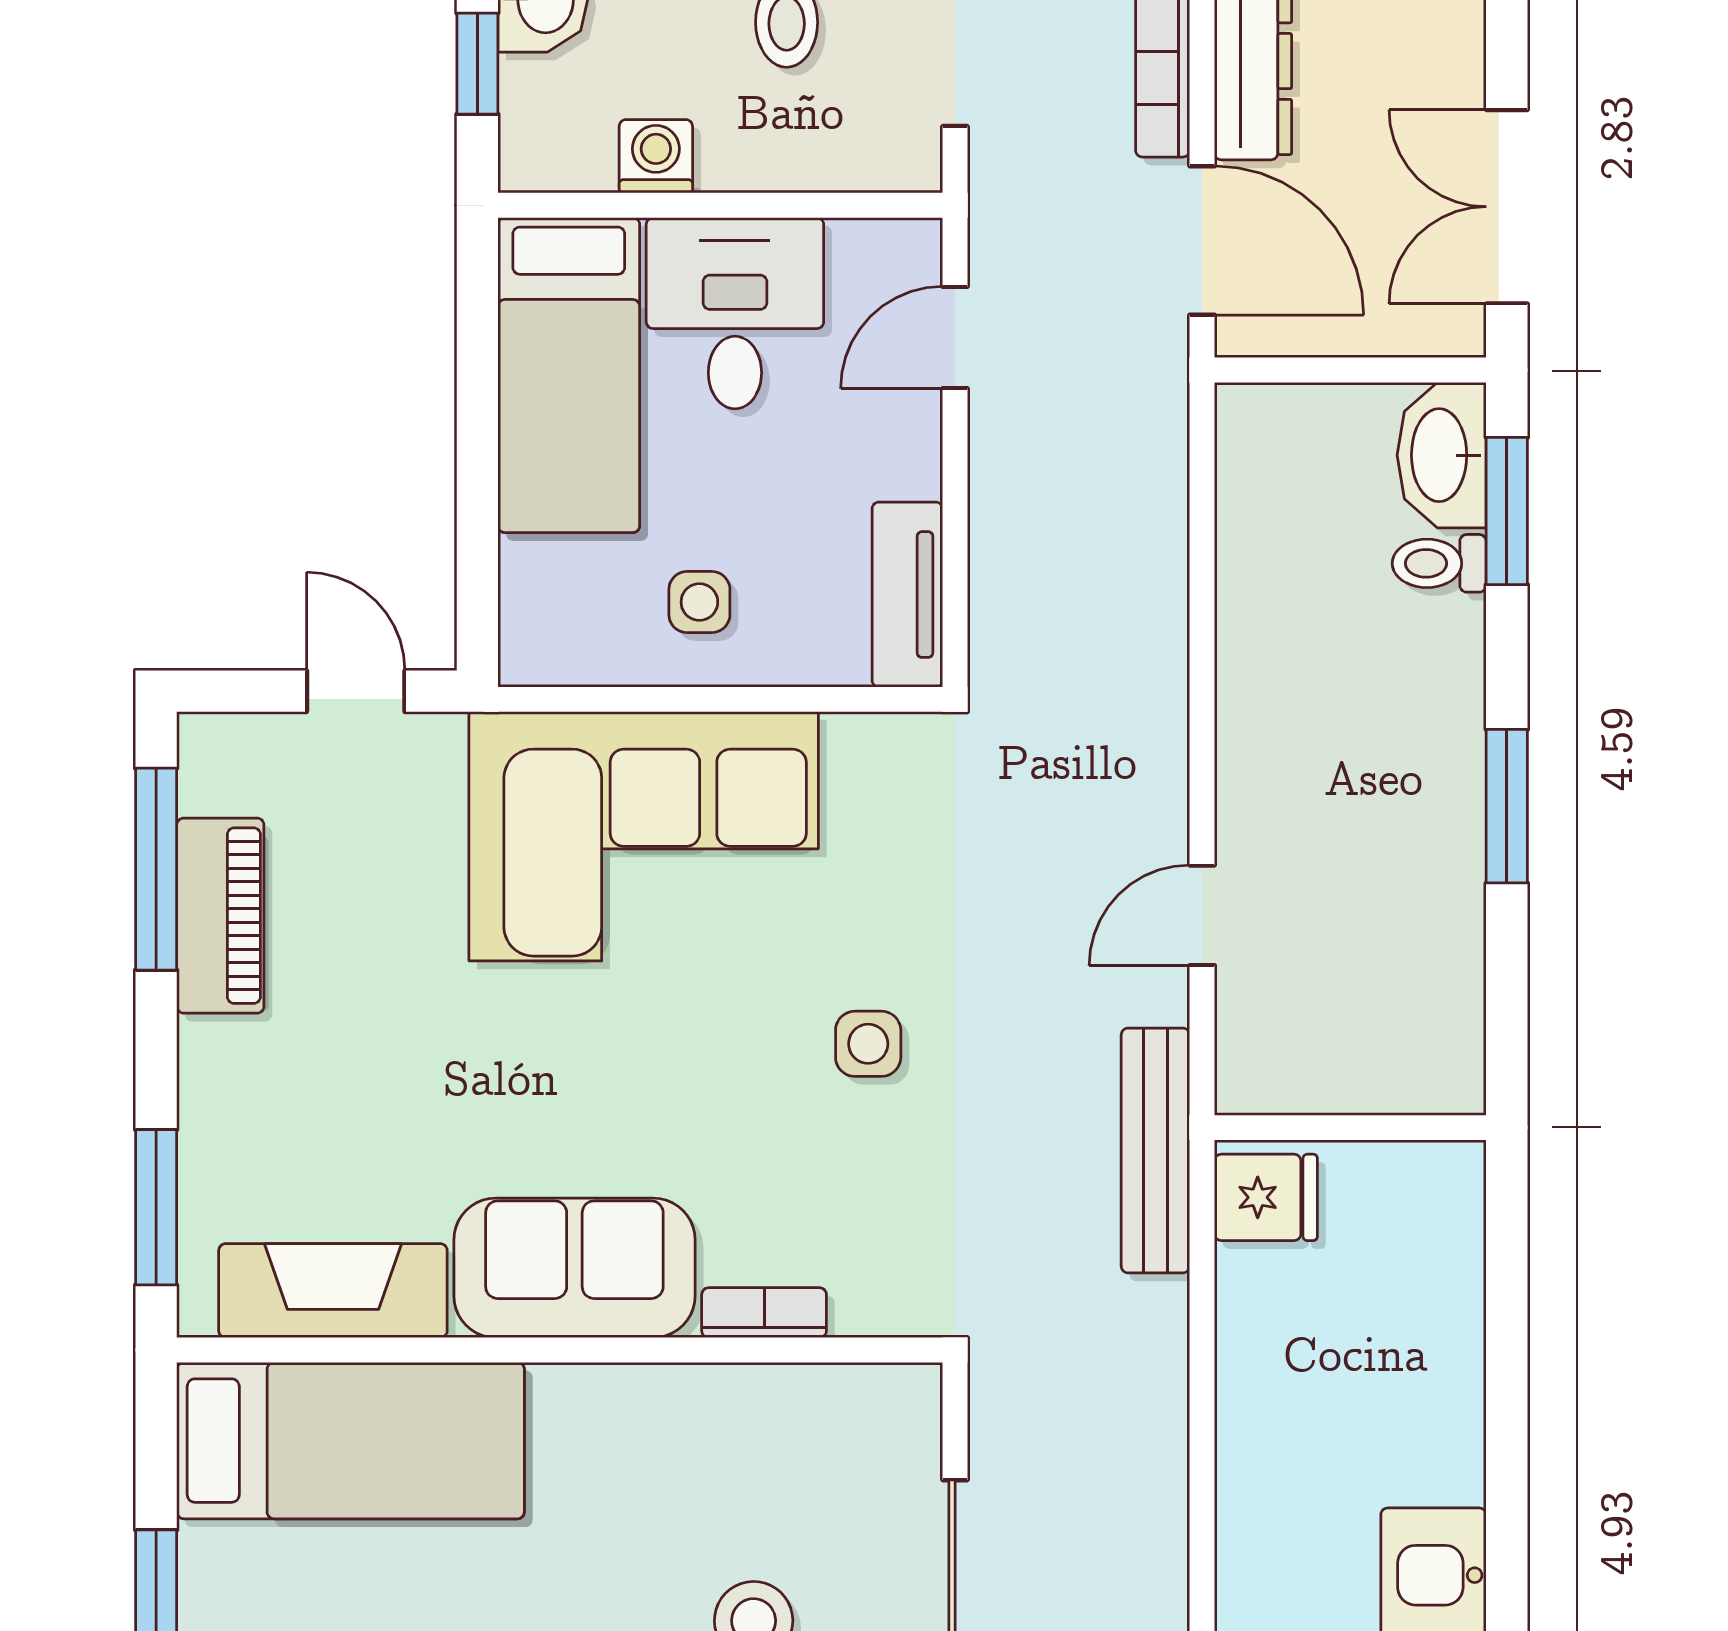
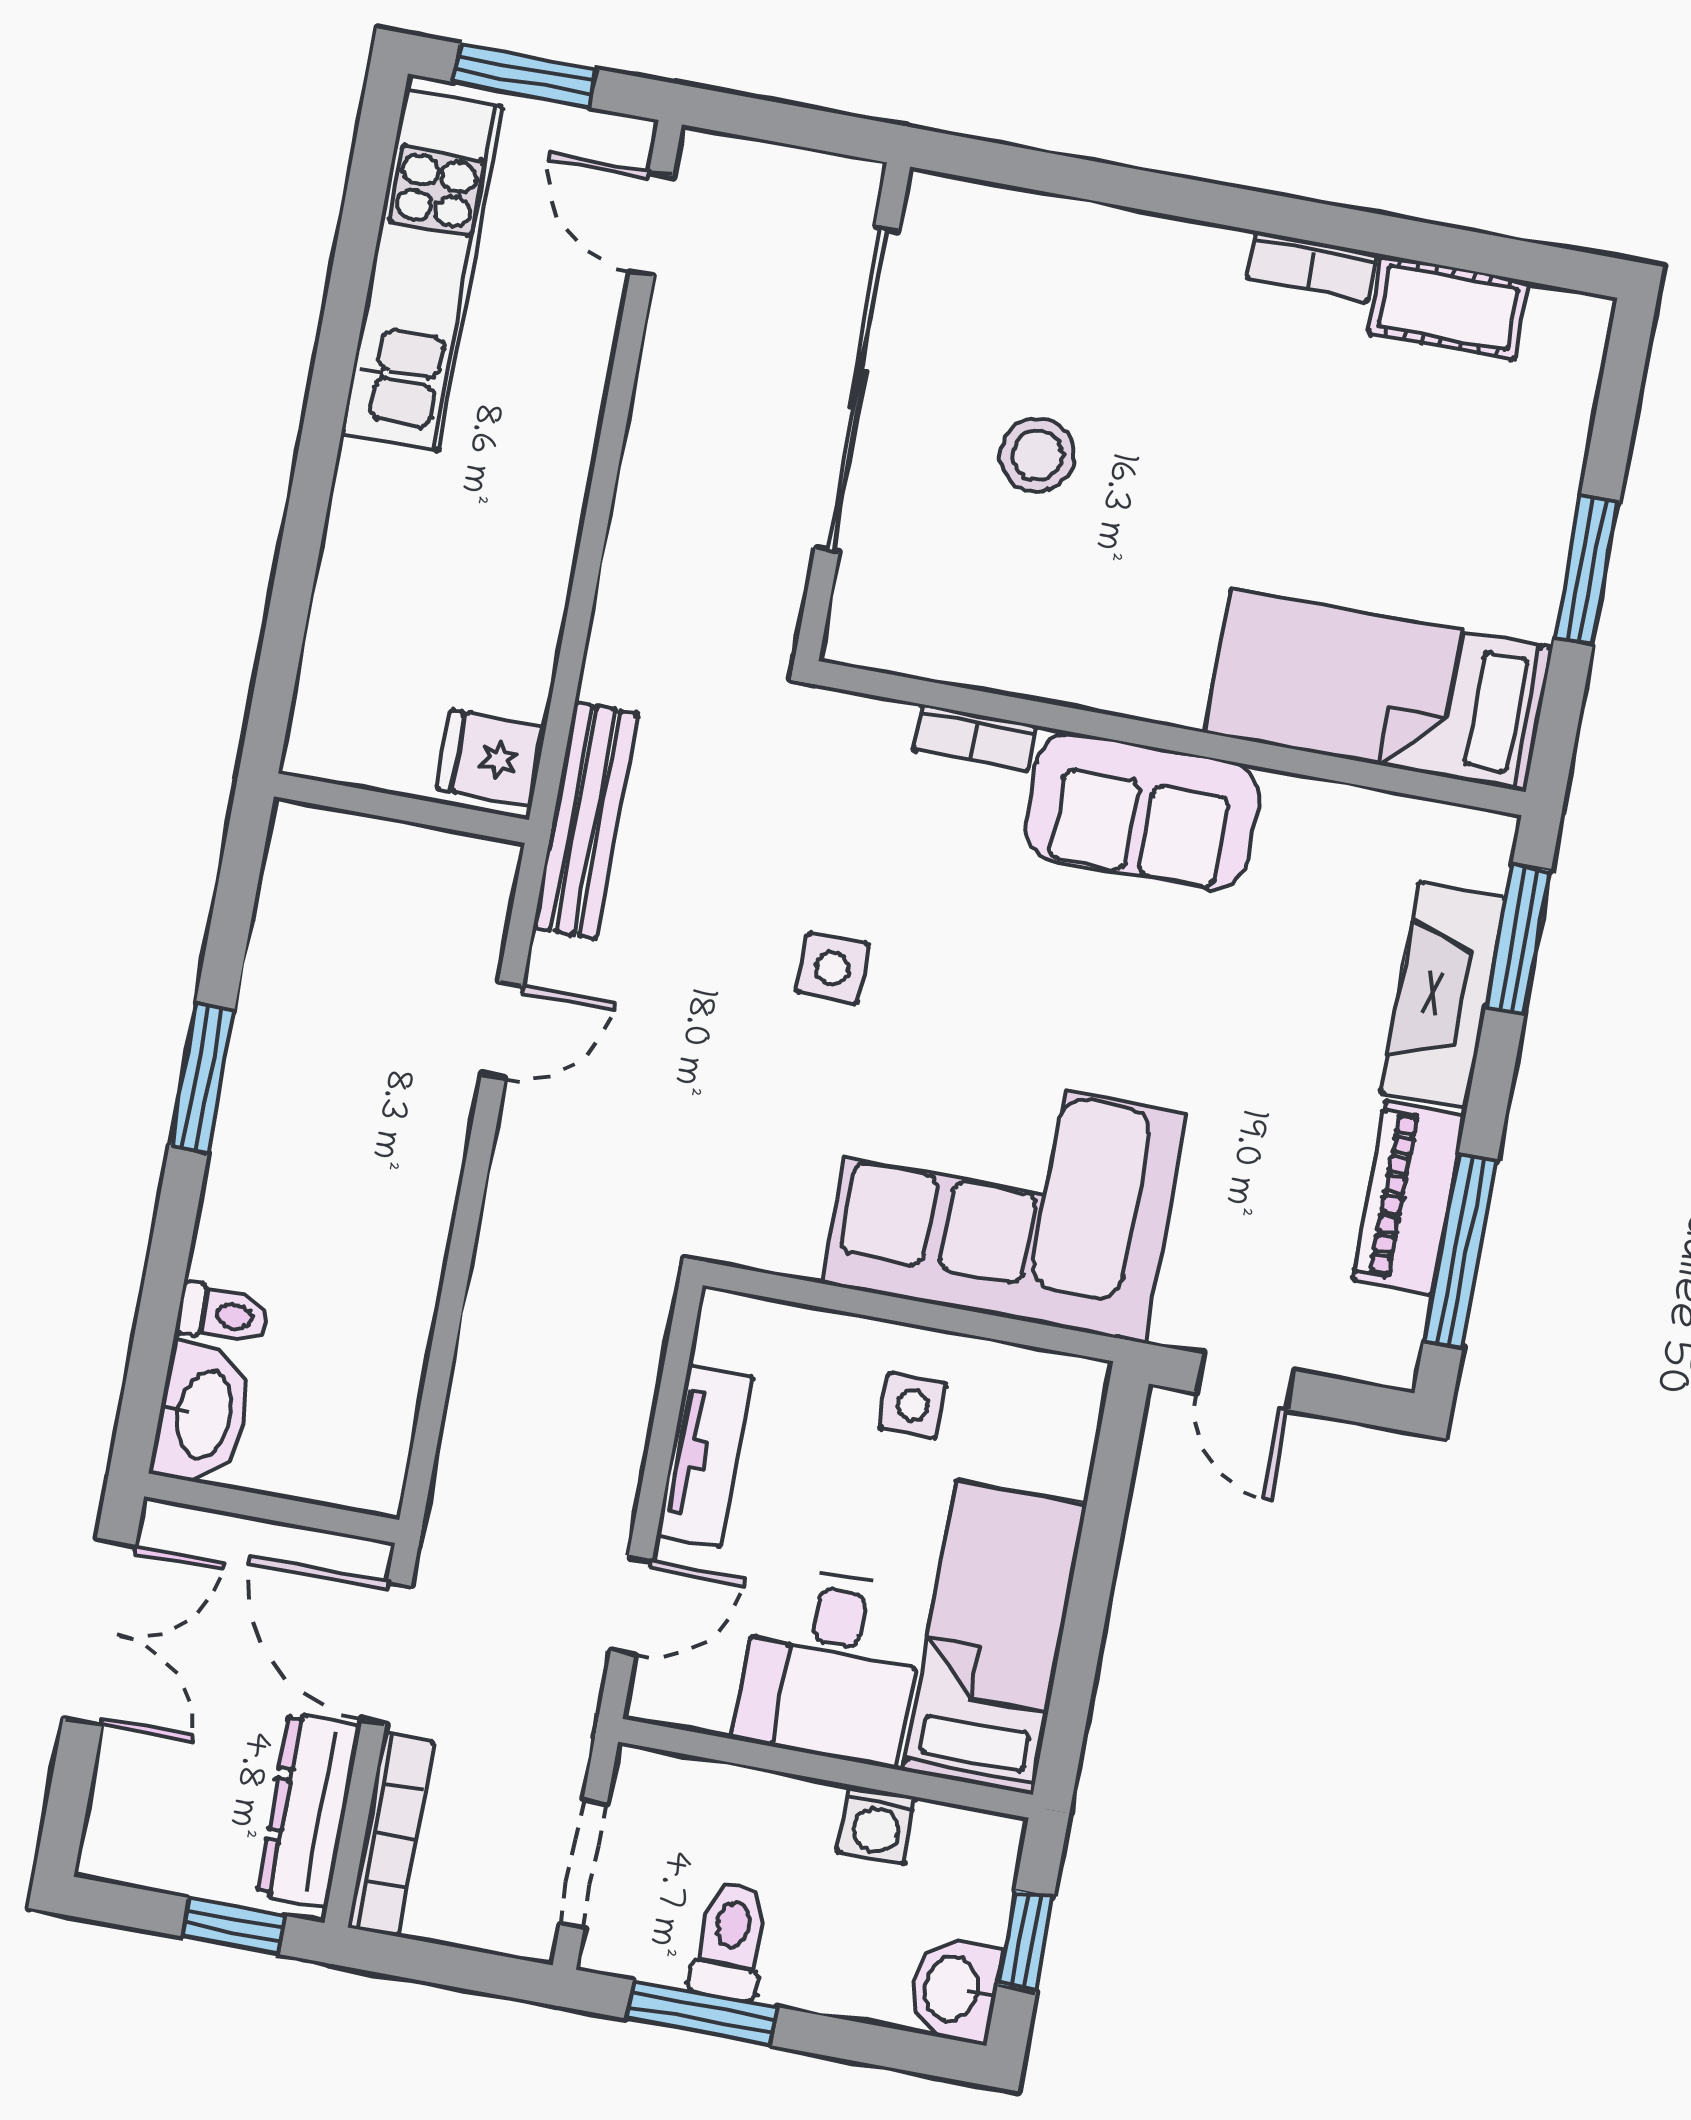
window: (1507, 511) -> (151, 1351), removed
tv unit: (907, 595) -> (705, 1456), moved
fireplace: (333, 1291) -> (1443, 995), moved, turned 90

